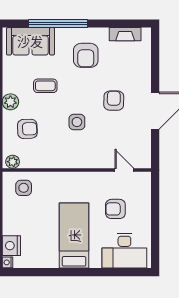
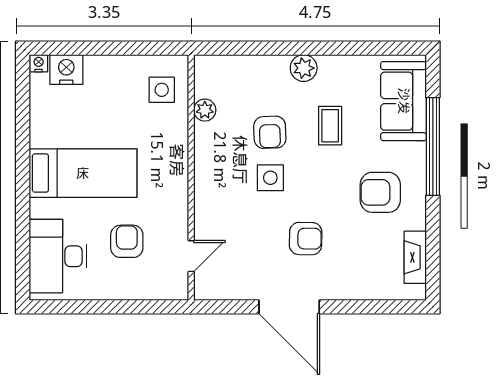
armchair: (27, 129) -> (270, 132), moved
plant: (13, 162) -> (205, 110), moved

